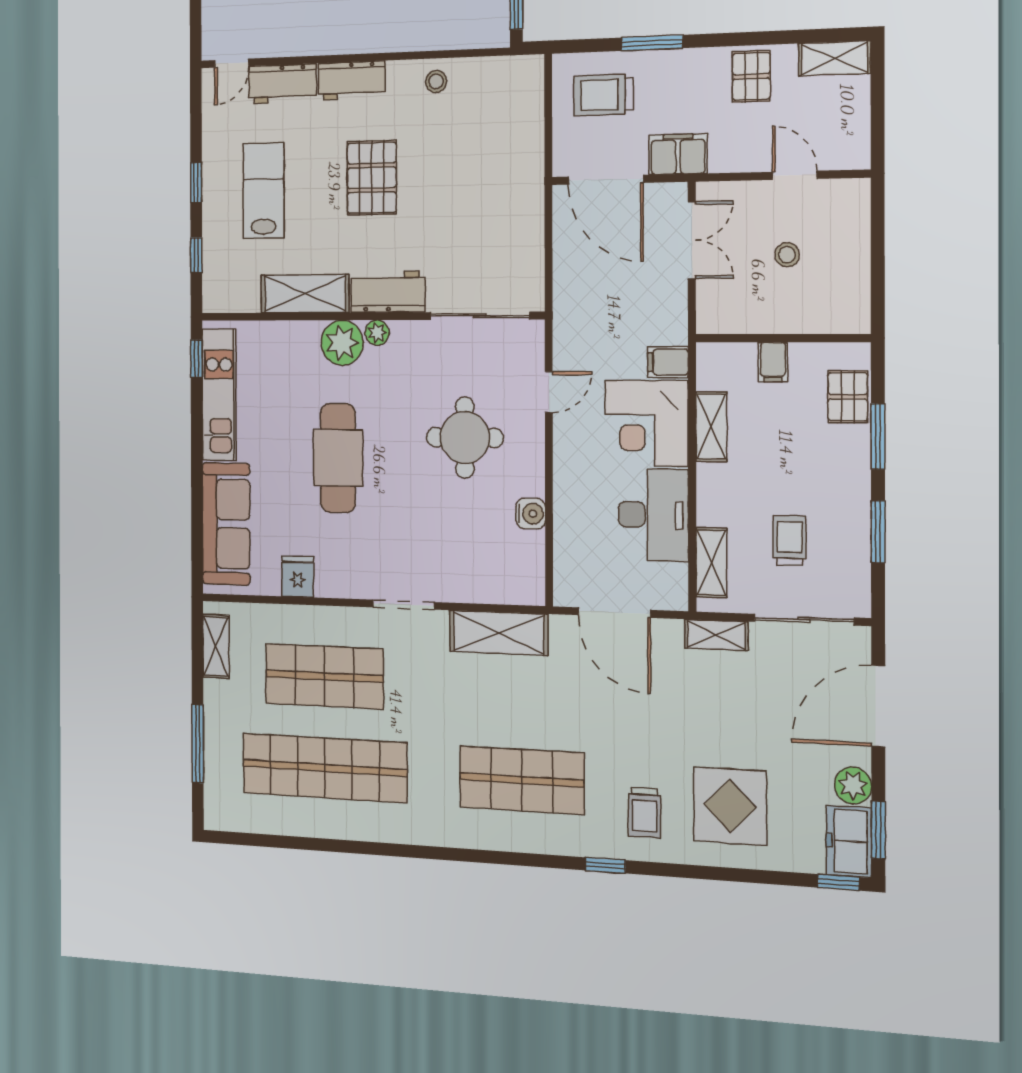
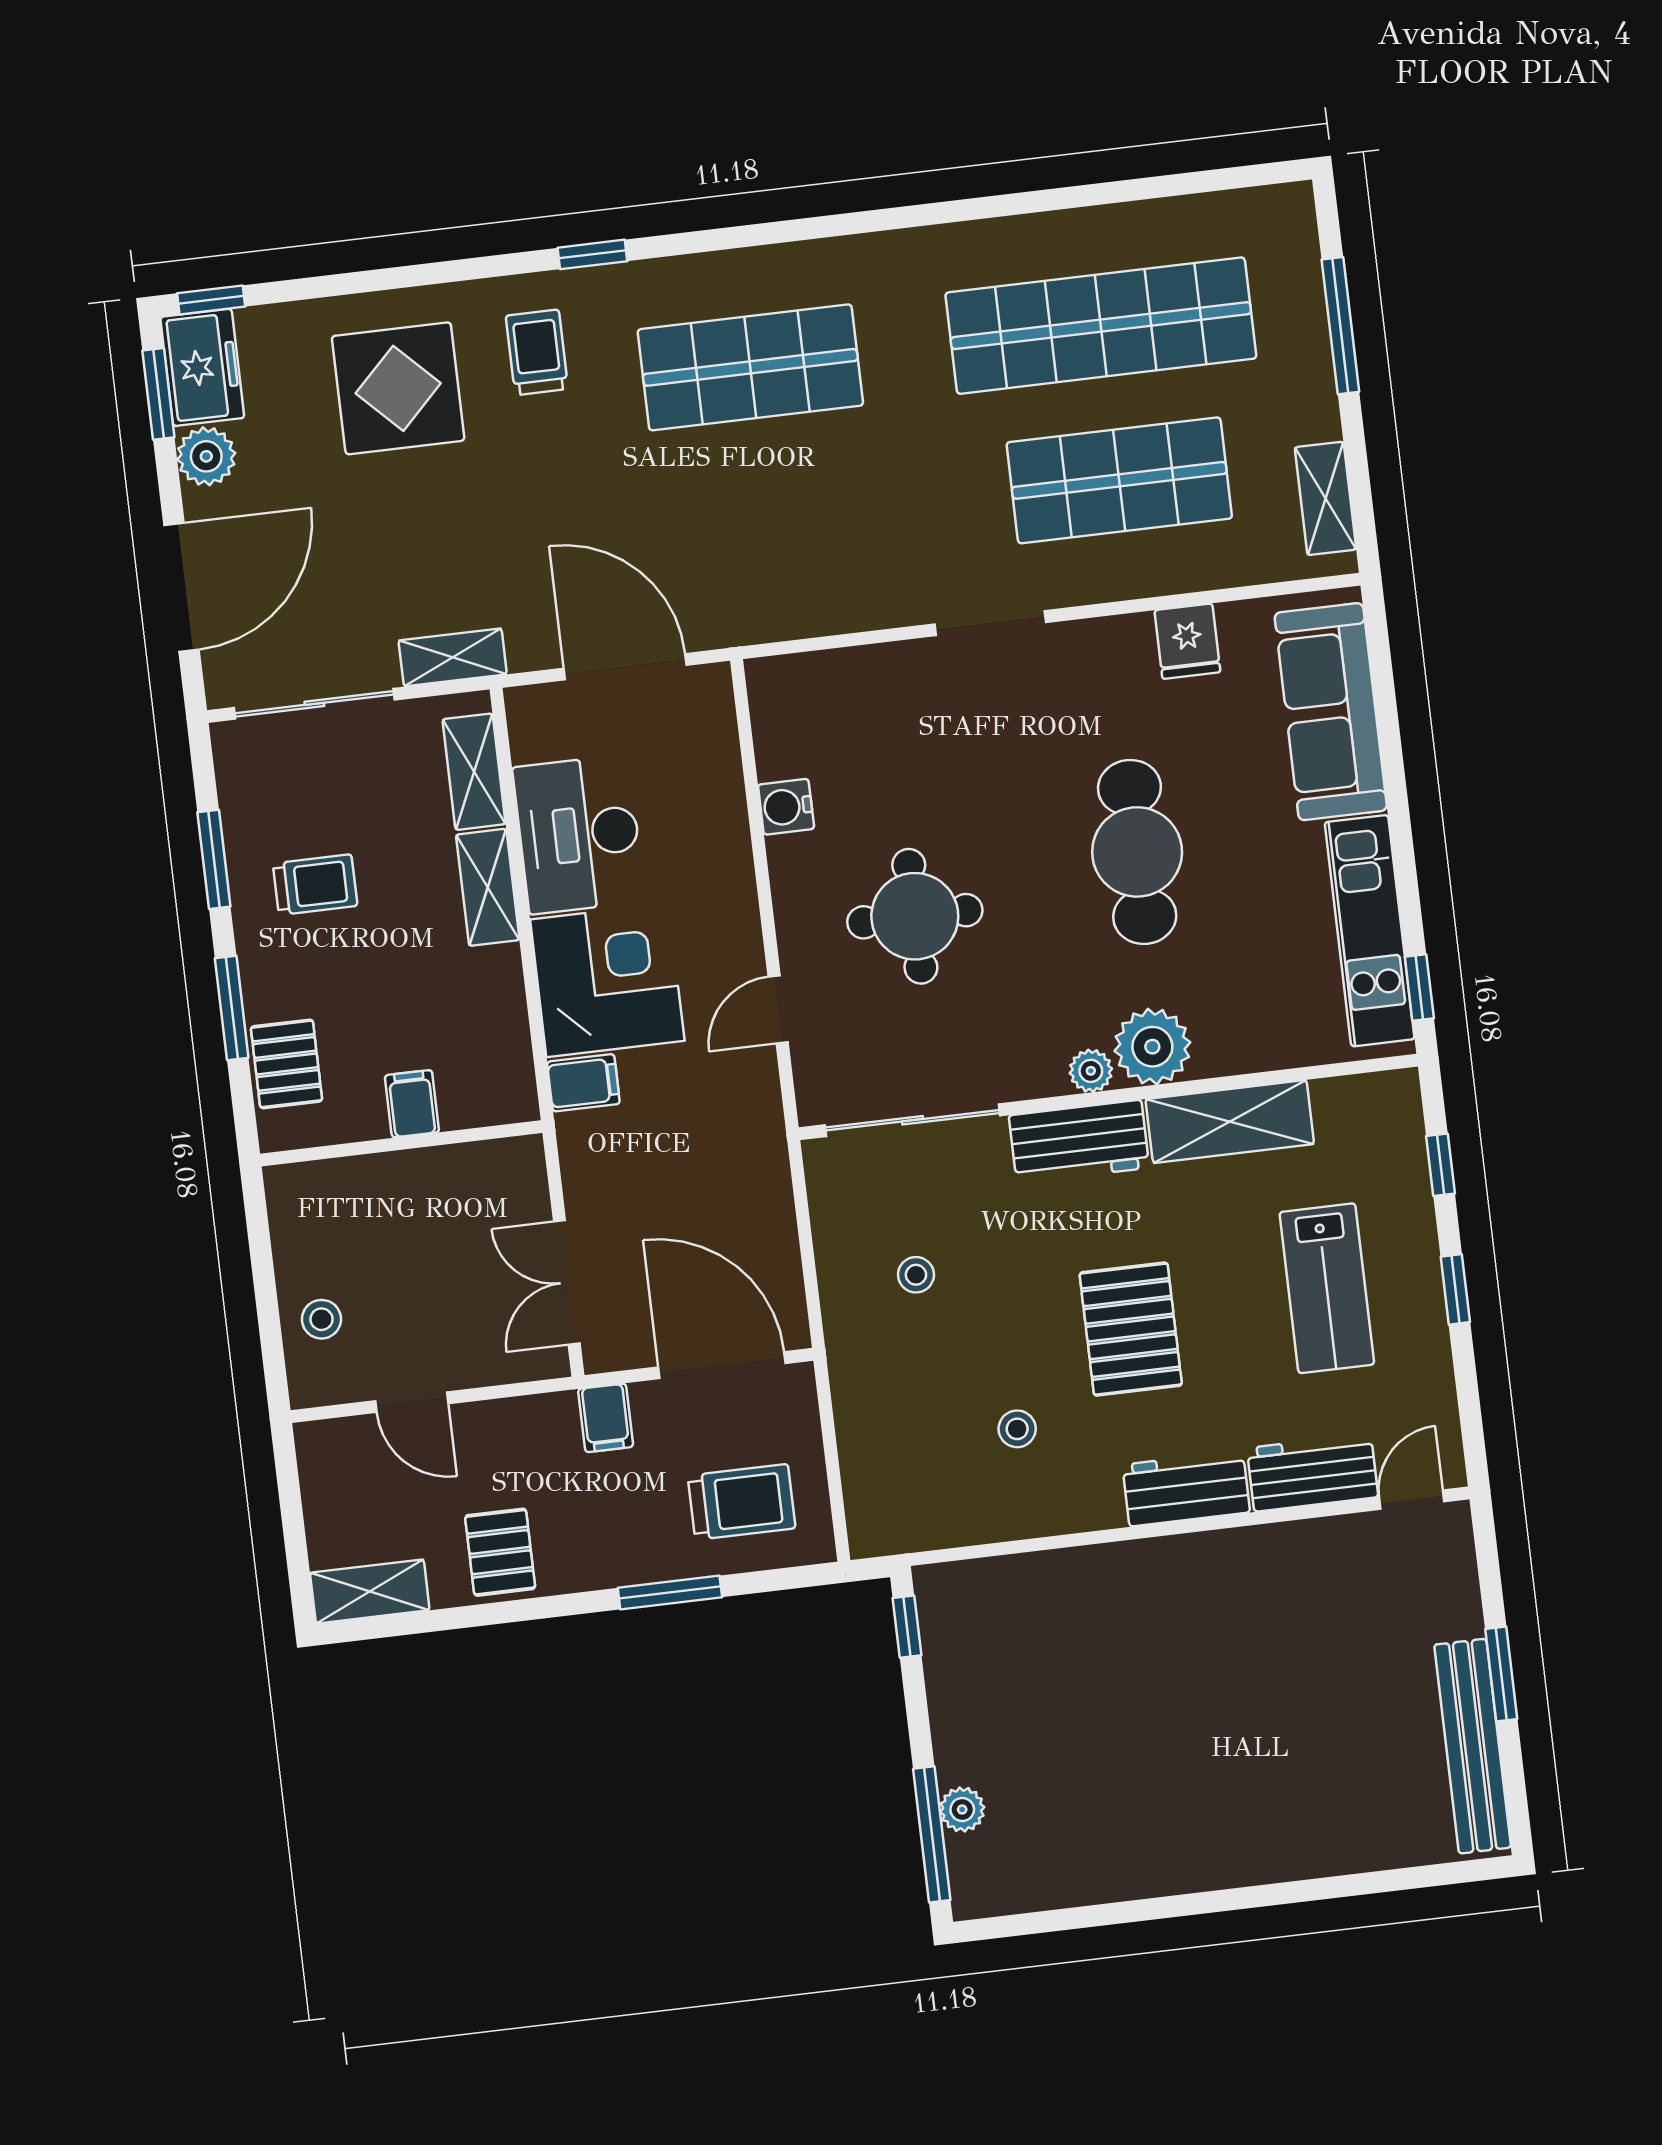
stool: (436, 81) -> (1017, 1429), moved
filing cabinet: (678, 154) -> (606, 1418), width x0.50
stool: (488, 223) -> (916, 1275), added
stool: (787, 255) -> (321, 1319), moved
shelving: (711, 427) -> (488, 887), moved
trolley: (790, 540) -> (315, 885), moved, turned -90
shelving: (499, 633) -> (818, 603), removed

